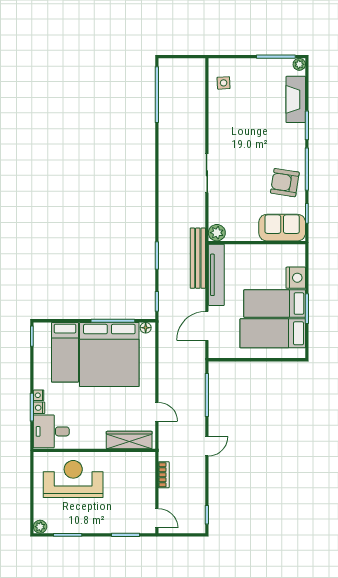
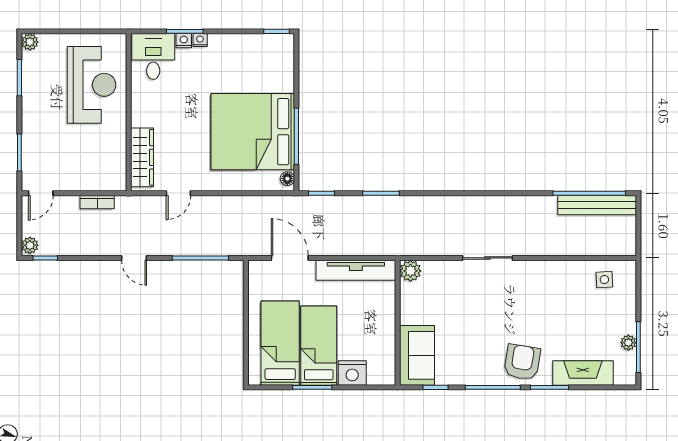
plant: (299, 64) -> (628, 343), moved
armchair: (285, 183) -> (522, 362), moved
bench: (198, 258) -> (597, 205), moved
bed: (65, 352) -> (256, 74), removed
plant: (197, 527) -> (30, 245), added

